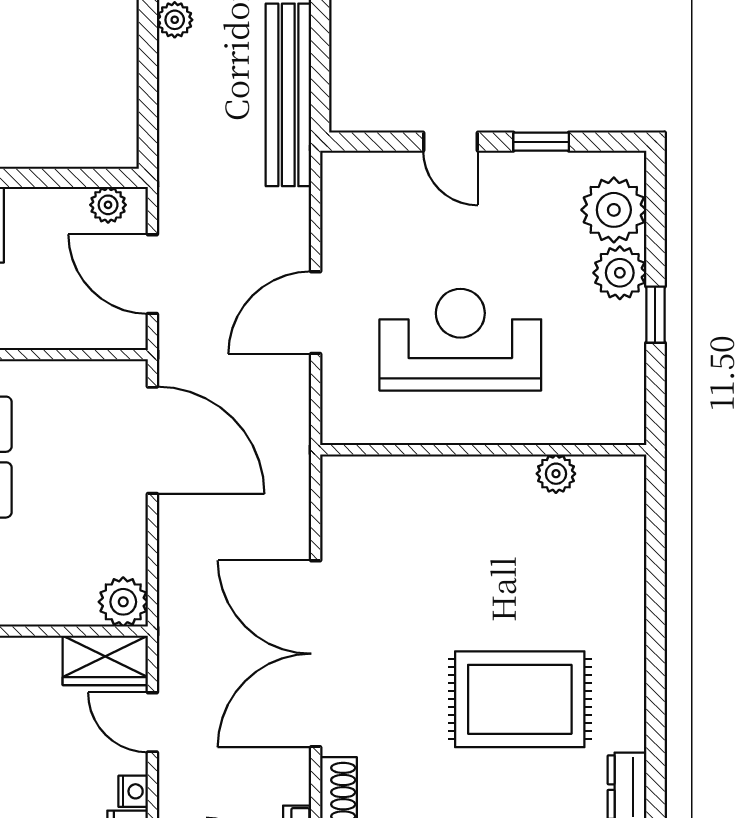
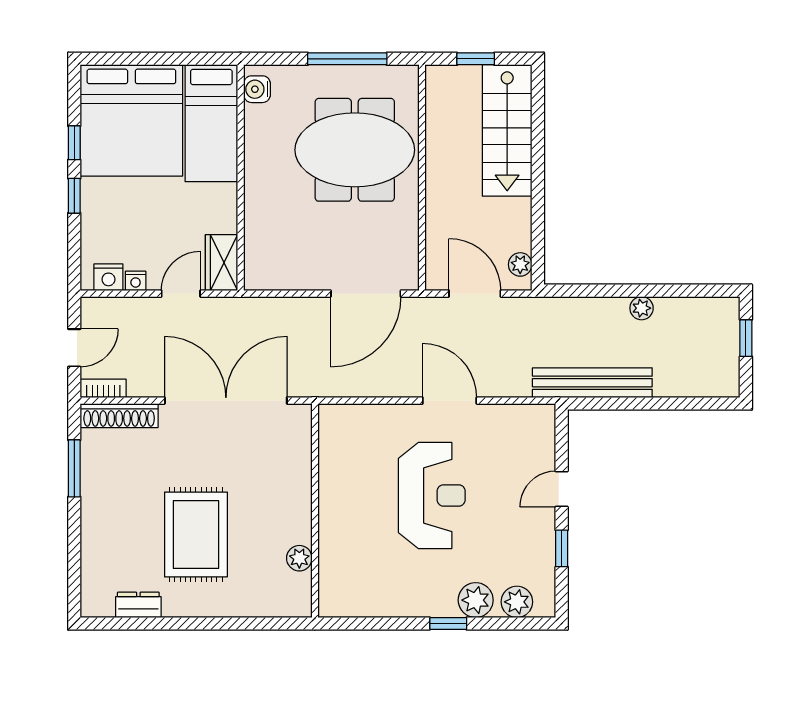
plant: (614, 210) -> (517, 602), width x0.73, depth x0.73
door: (152, 274) -> (475, 294), hinge flipped
wall: (483, 450) -> (315, 511), moved
plant: (556, 474) -> (299, 558), moved
plant: (123, 602) -> (260, 274), removed

